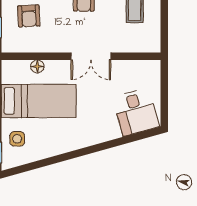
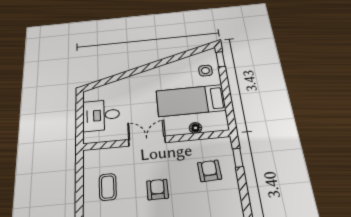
desk: (136, 112) -> (101, 115), moved, turned -74

